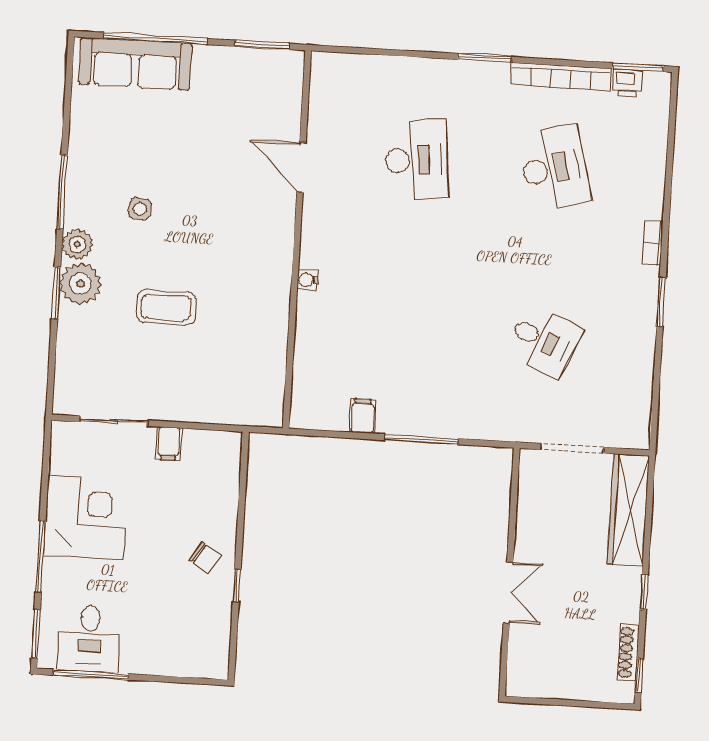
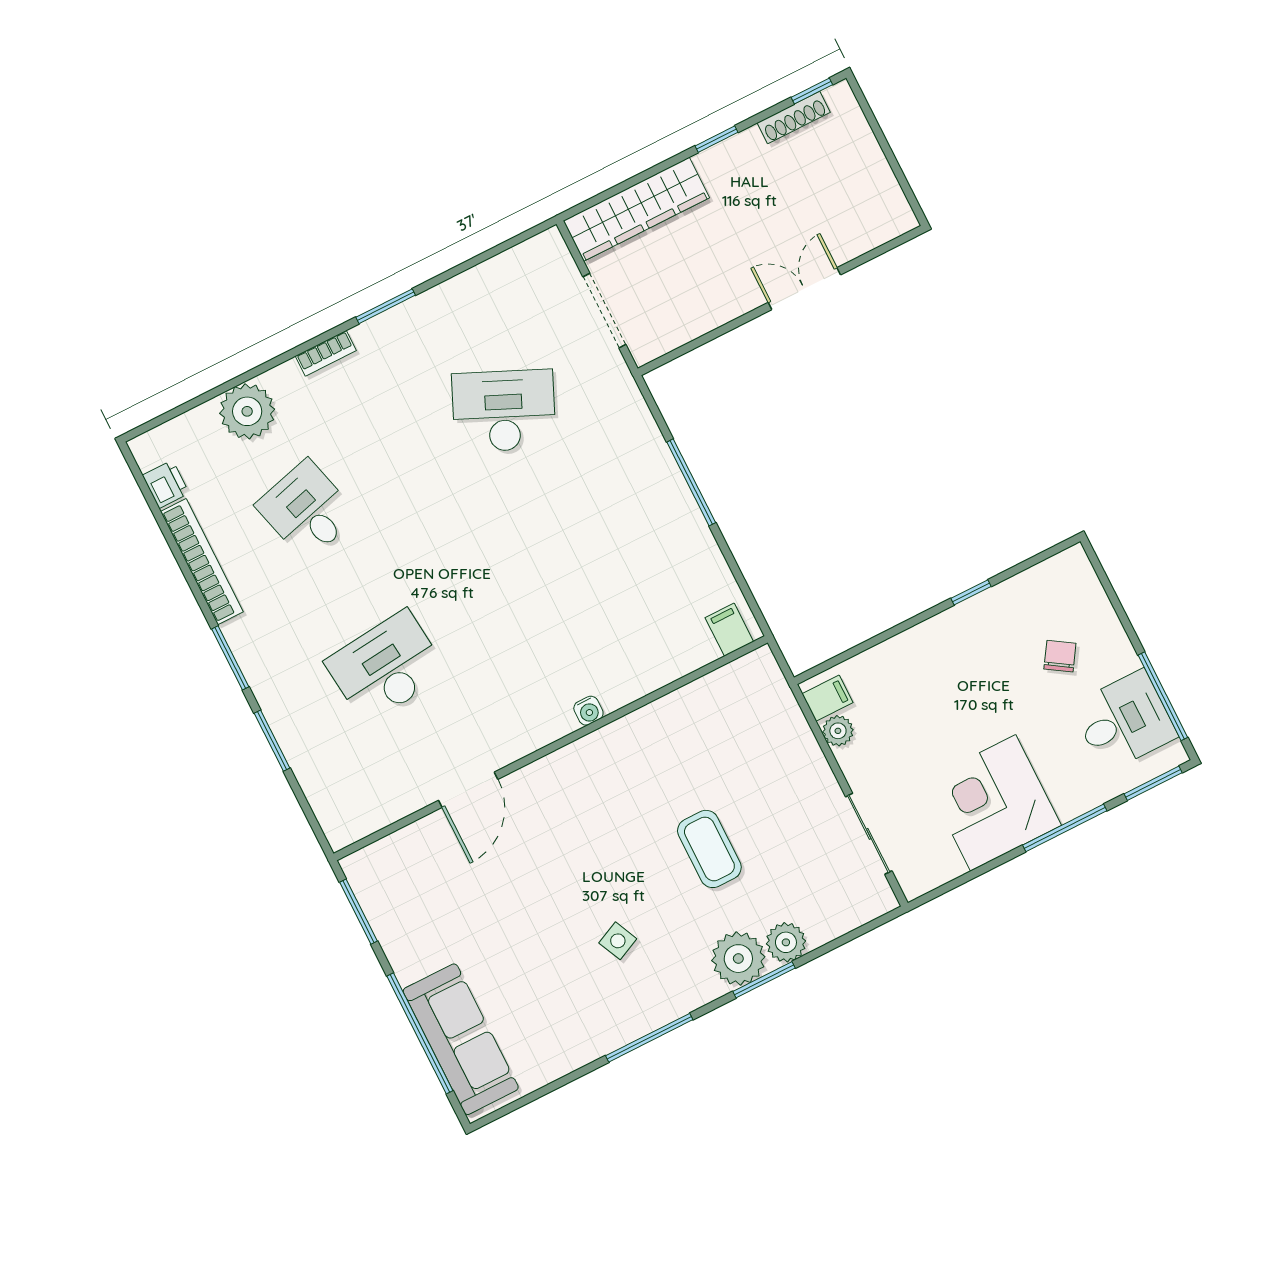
window: (638, 67) -> (272, 741), moved
plant: (645, 167) -> (247, 411), added
desk: (554, 168) -> (307, 510), width x0.73
side table: (140, 209) -> (618, 941), turned -33
plant: (77, 244) -> (786, 942), moved
desk: (544, 341) -> (504, 411), width x1.37
filing cabinet: (363, 416) -> (729, 630), moved, turned 90
plant: (195, 441) -> (838, 731), added
filing cabinet: (169, 443) -> (827, 698), moved
chair: (205, 558) -> (1060, 656), moved

